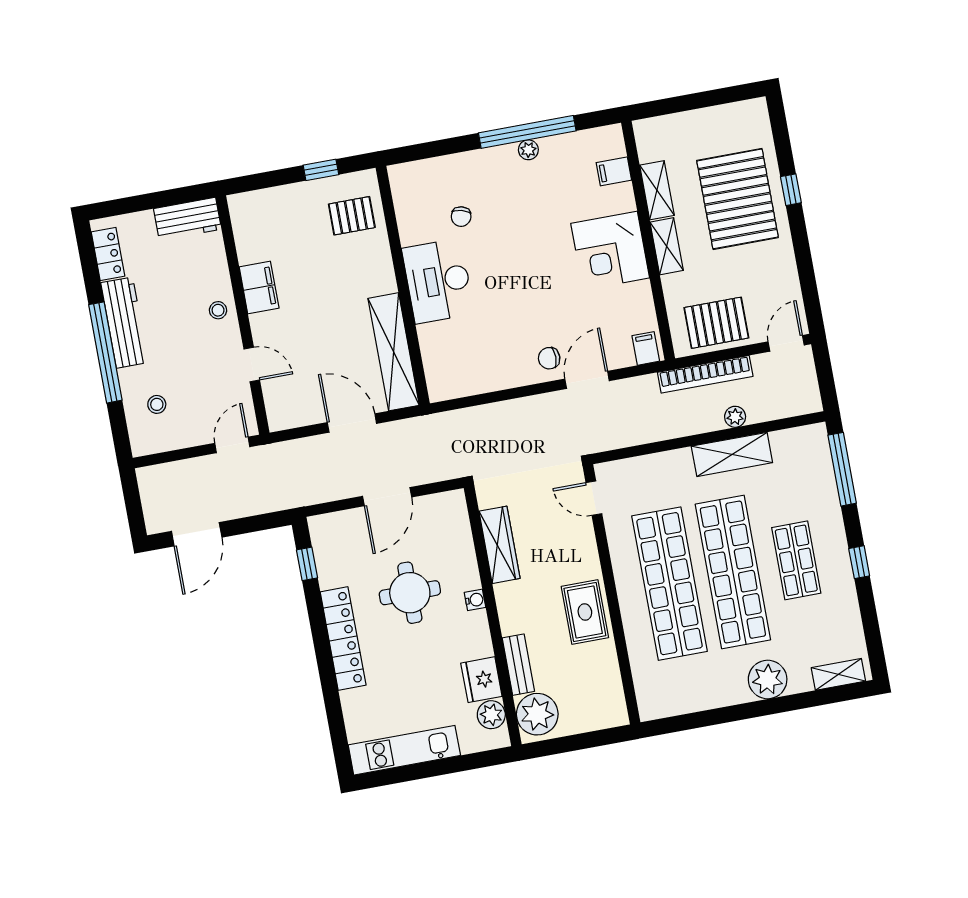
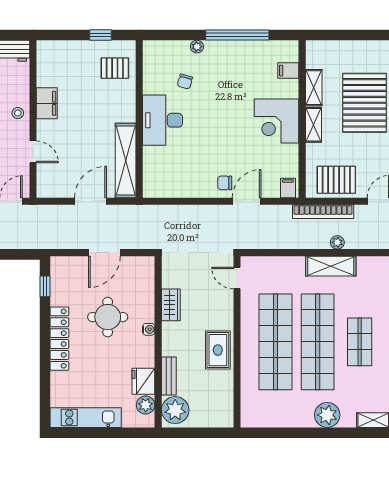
plant: (528, 150) -> (197, 47), moved
door: (352, 423) -> (90, 201), hinge flipped
wardrobe: (499, 545) -> (171, 305), width x0.67

